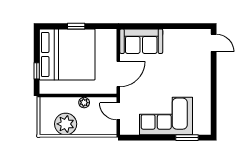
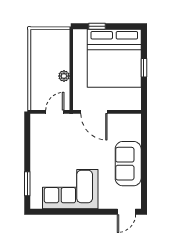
sofa: (141, 41) -> (128, 164), moved
corner sofa: (166, 116) -> (70, 189), moved, turned -90
plant: (66, 124) -> (42, 57), removed

